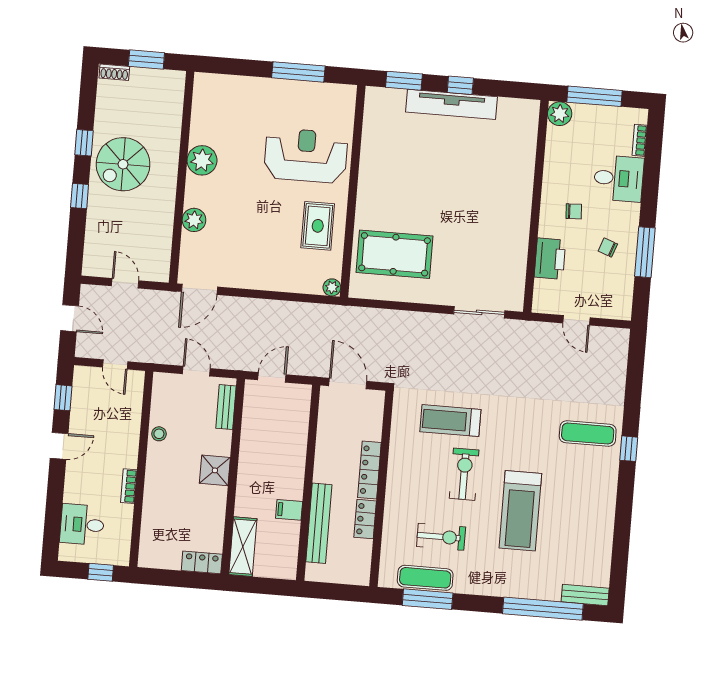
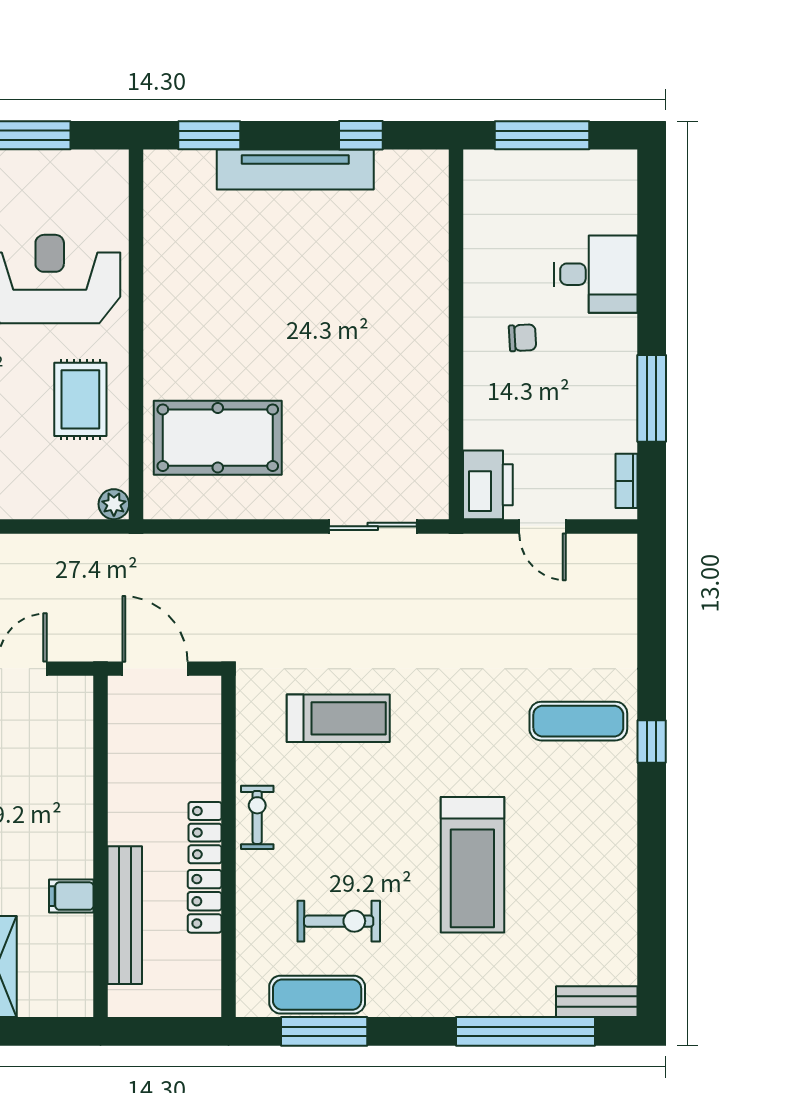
window: (460, 85) -> (361, 135), moved
plant: (560, 114) -> (484, 170), removed
bookcase: (640, 140) -> (626, 481), moved
chair: (608, 248) -> (587, 396), removed
printer: (550, 259) -> (488, 485), moved
treadmill: (450, 421) -> (338, 718), turned 180
locker: (369, 470) -> (205, 833), width x0.66
exercise bike: (464, 474) -> (257, 817), moved, width x0.73, depth x0.72

